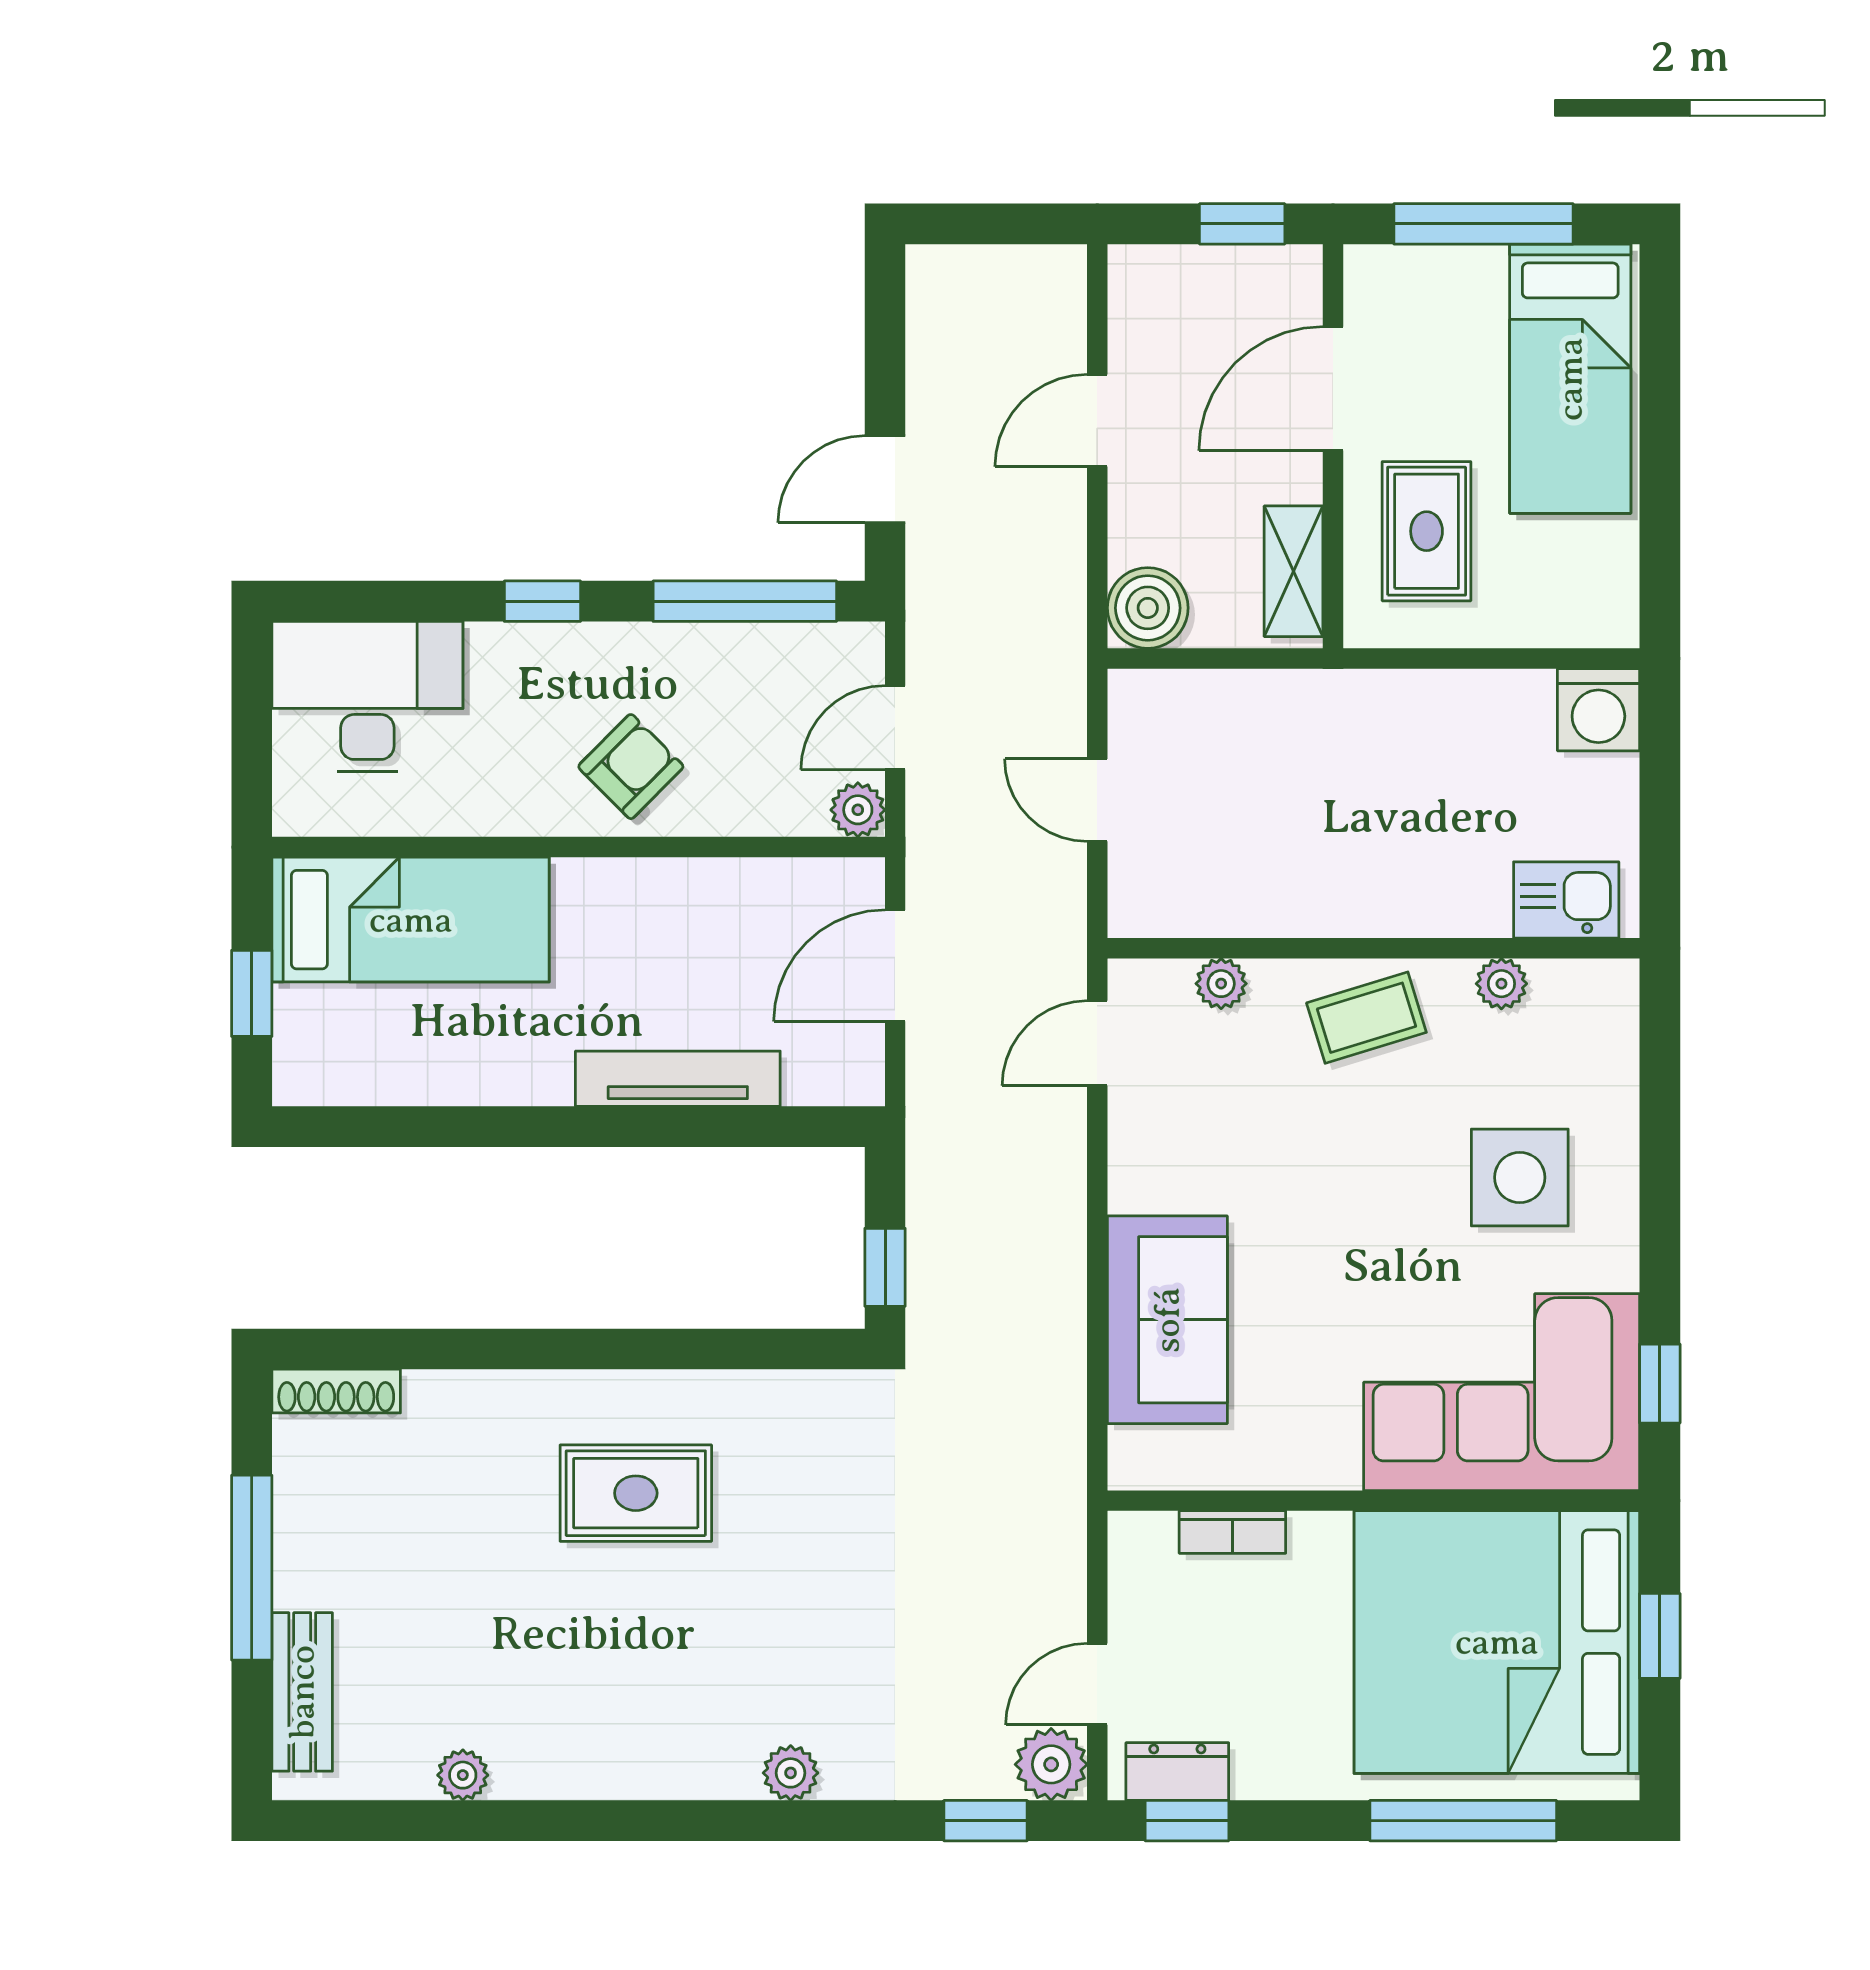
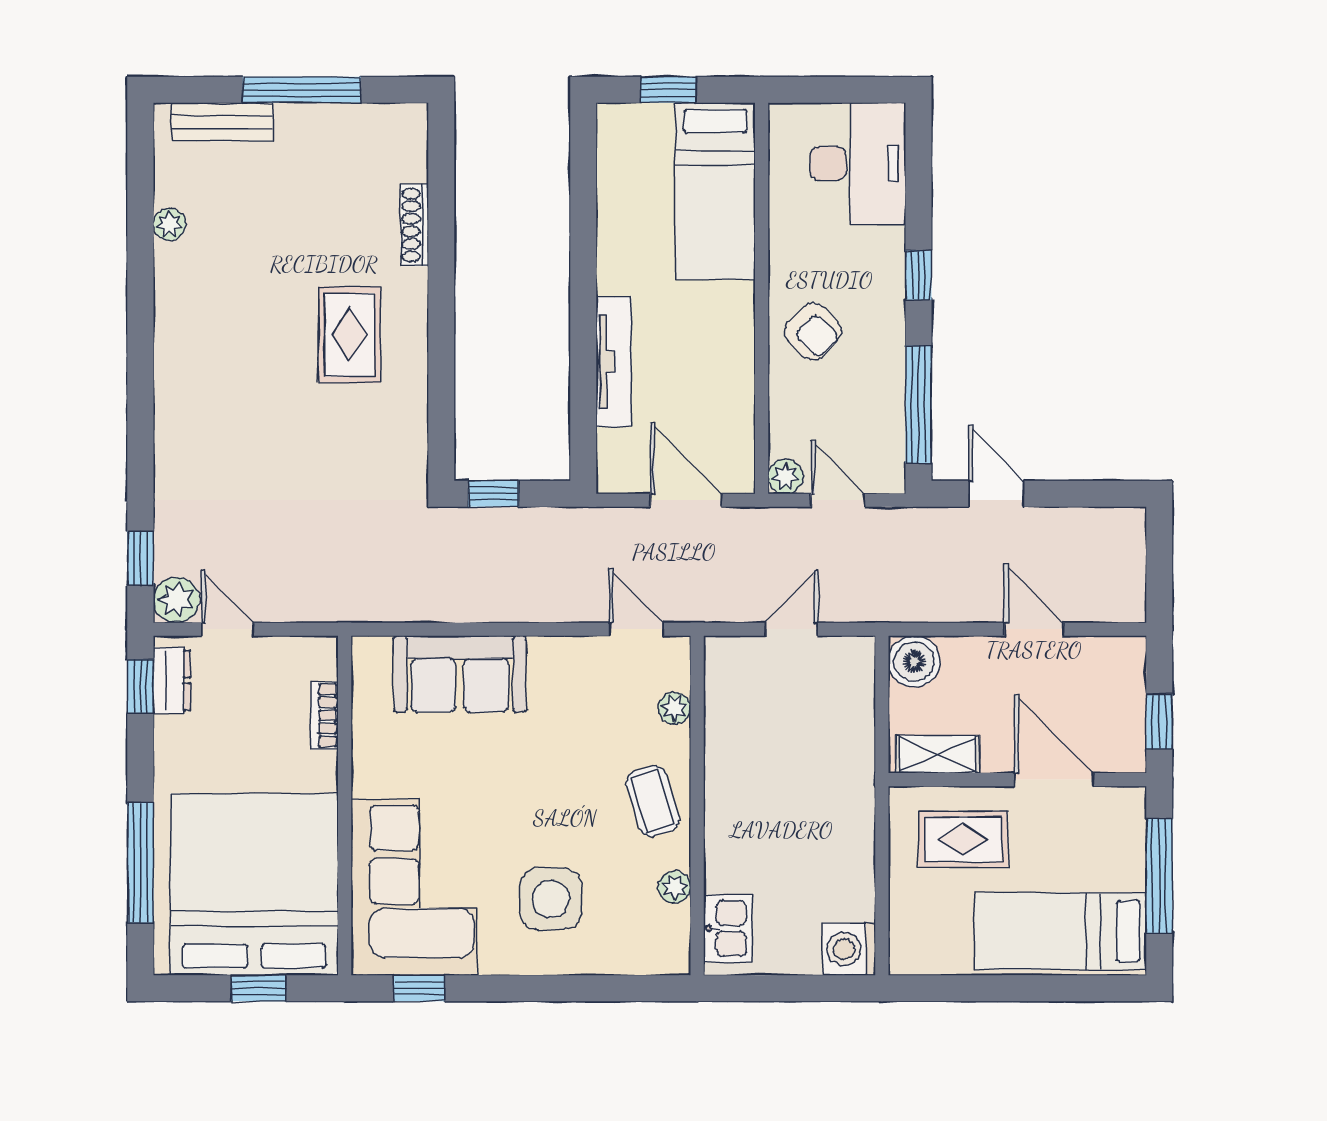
shoe rack: (336, 1391) -> (414, 225), moved
plant: (791, 1773) -> (171, 434), removed

